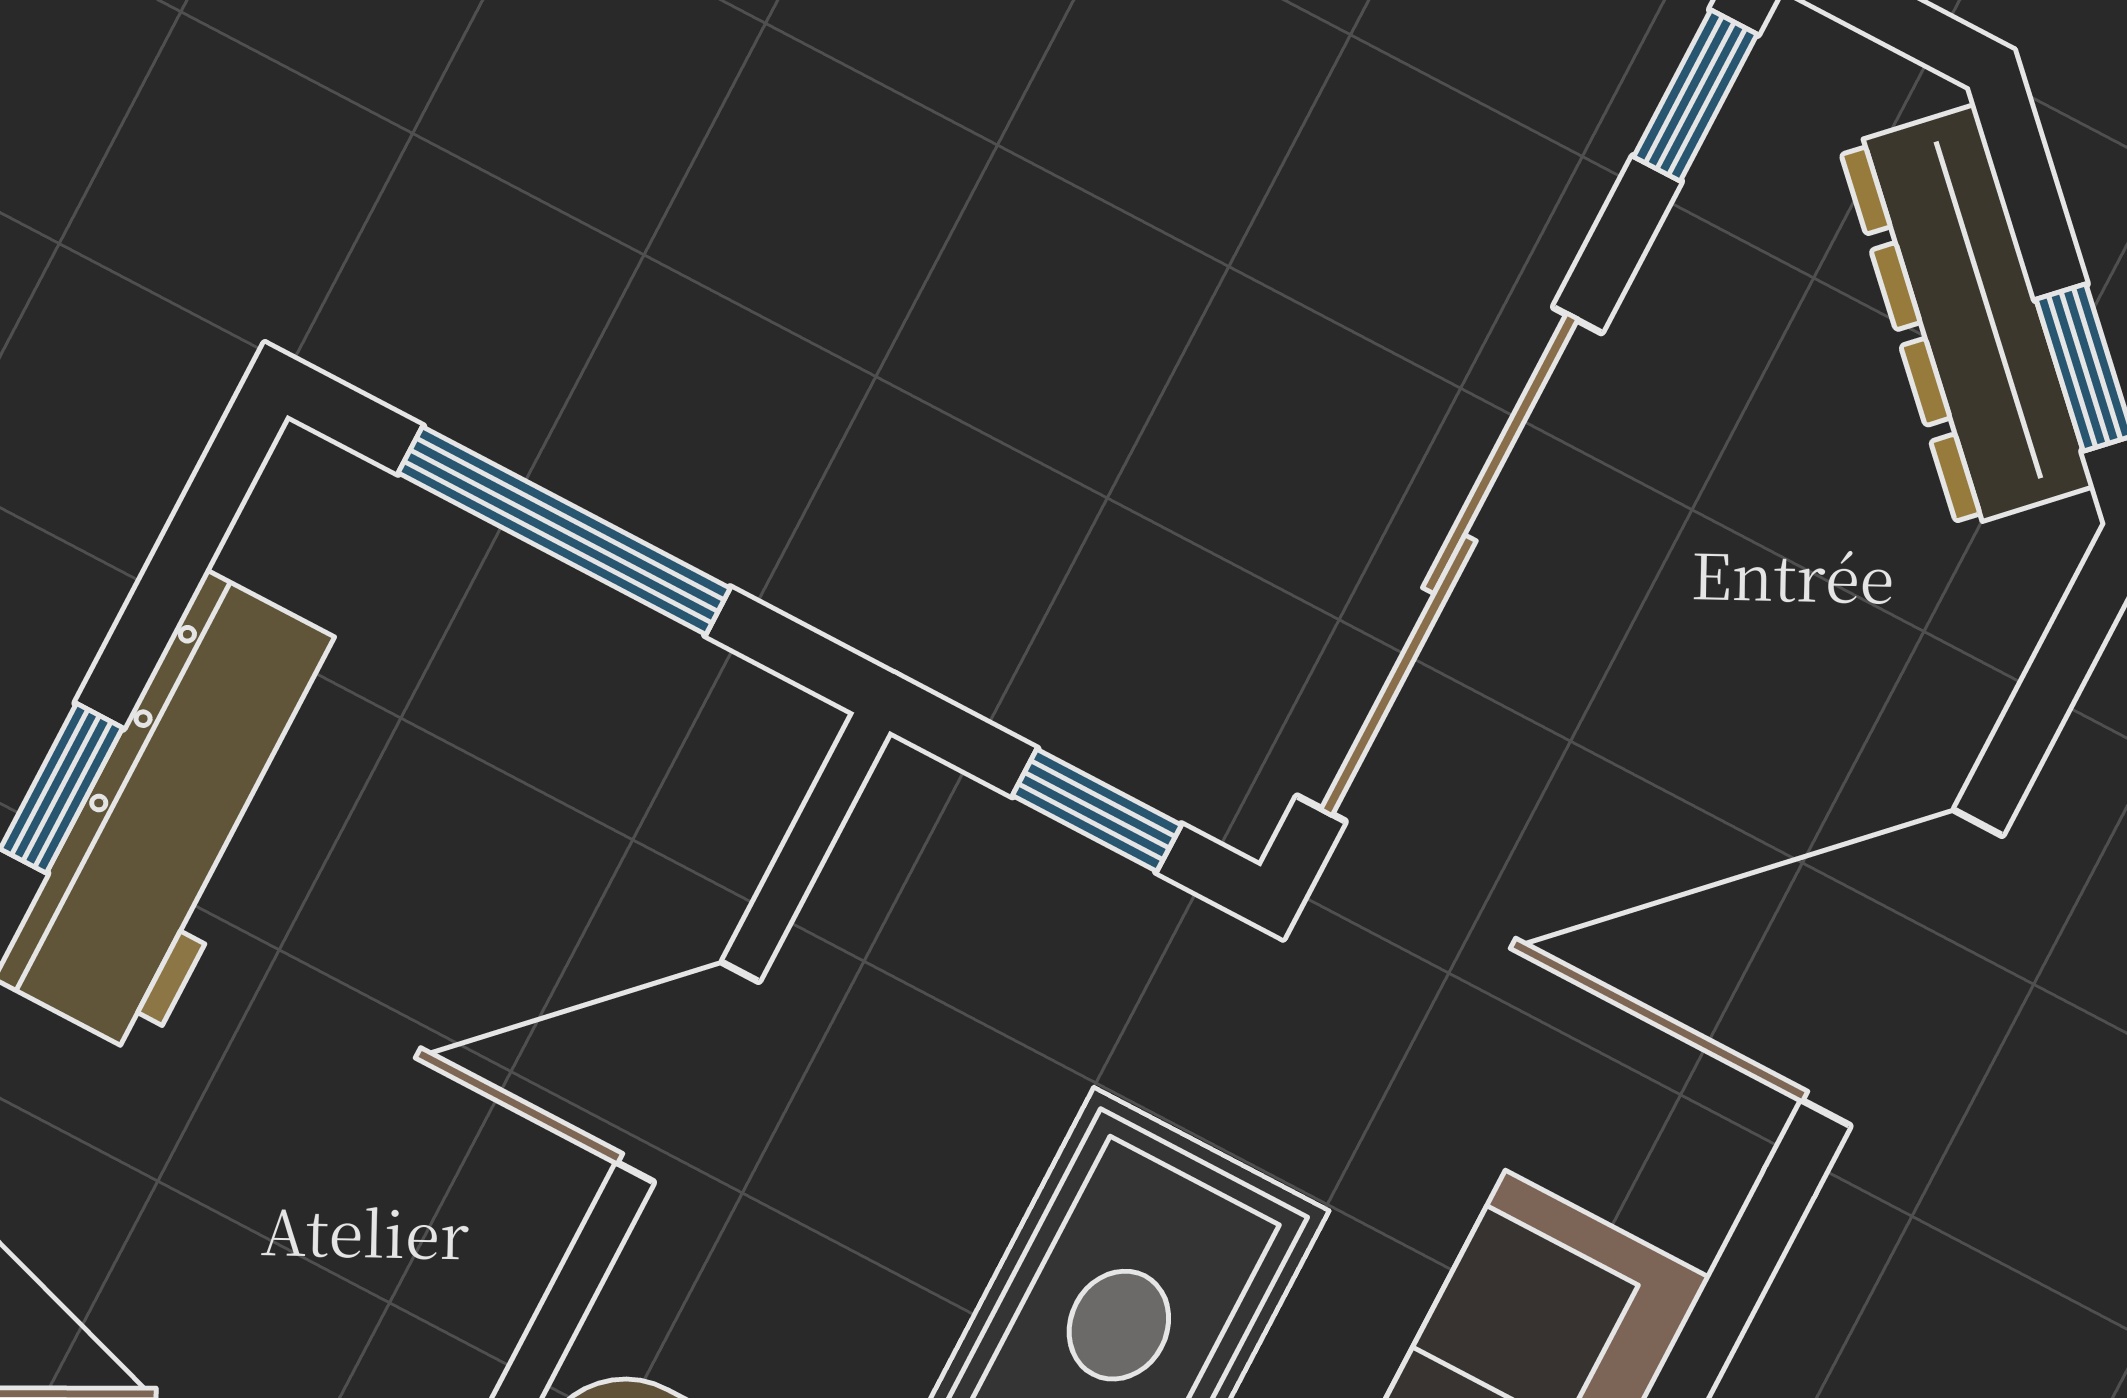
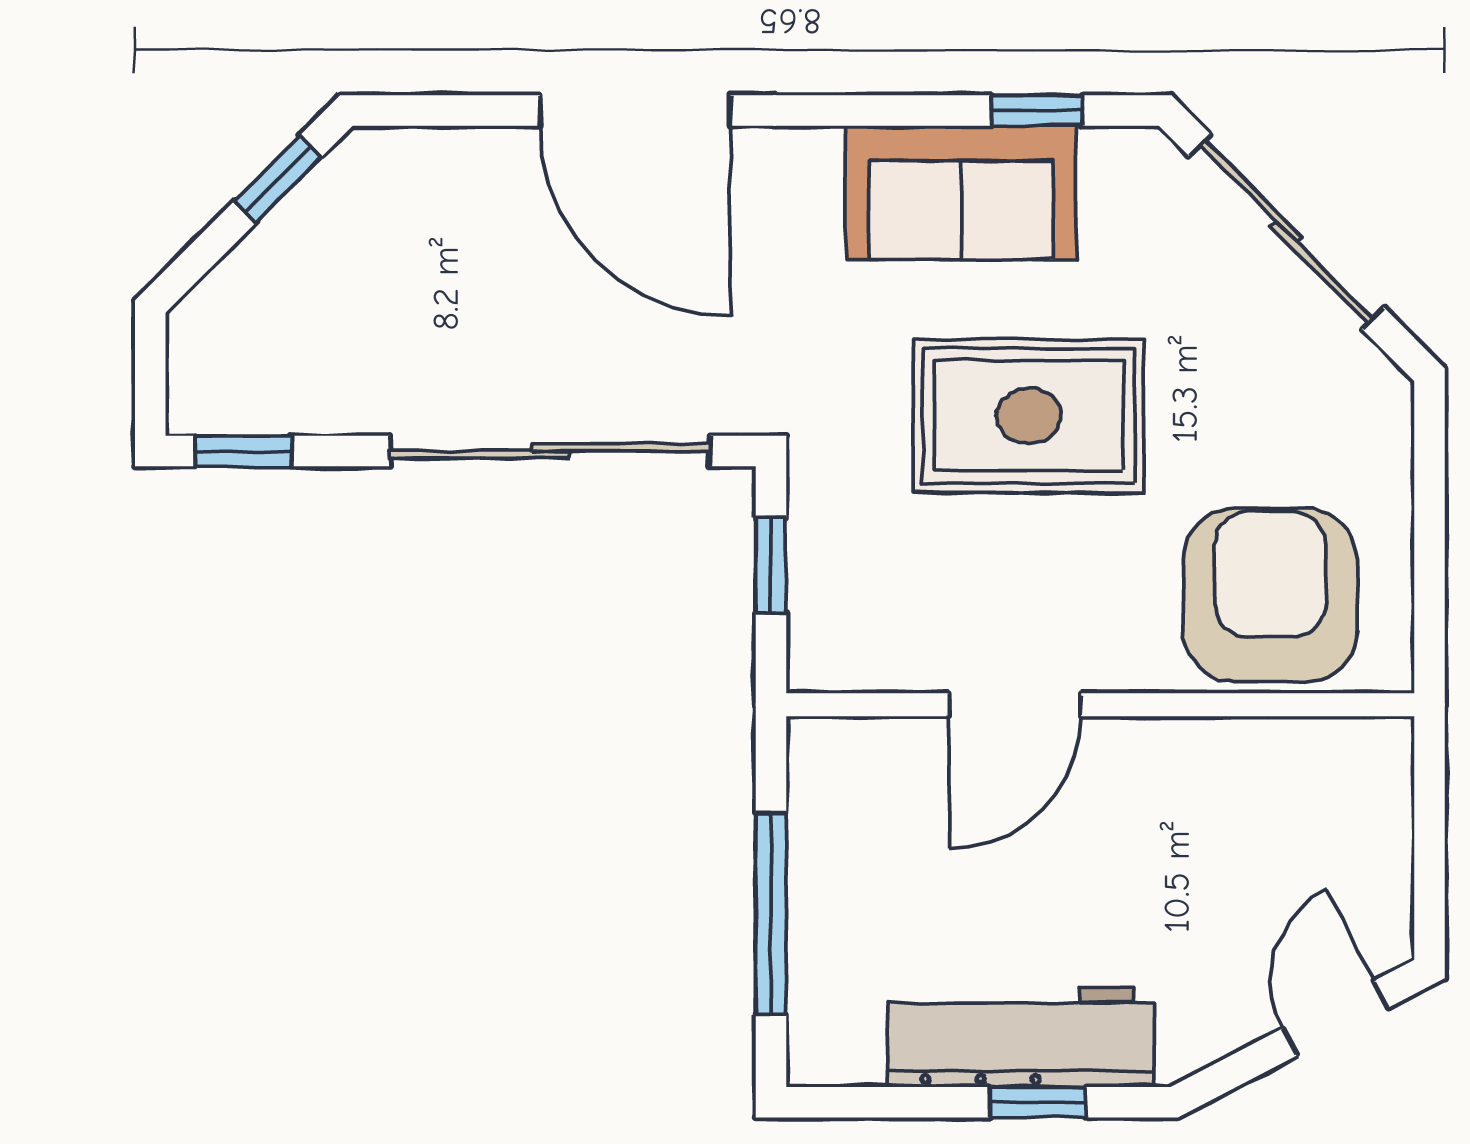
dresser: (1966, 317) -> (284, 253), removed
door: (688, 1072) -> (1015, 705), hinge flipped

